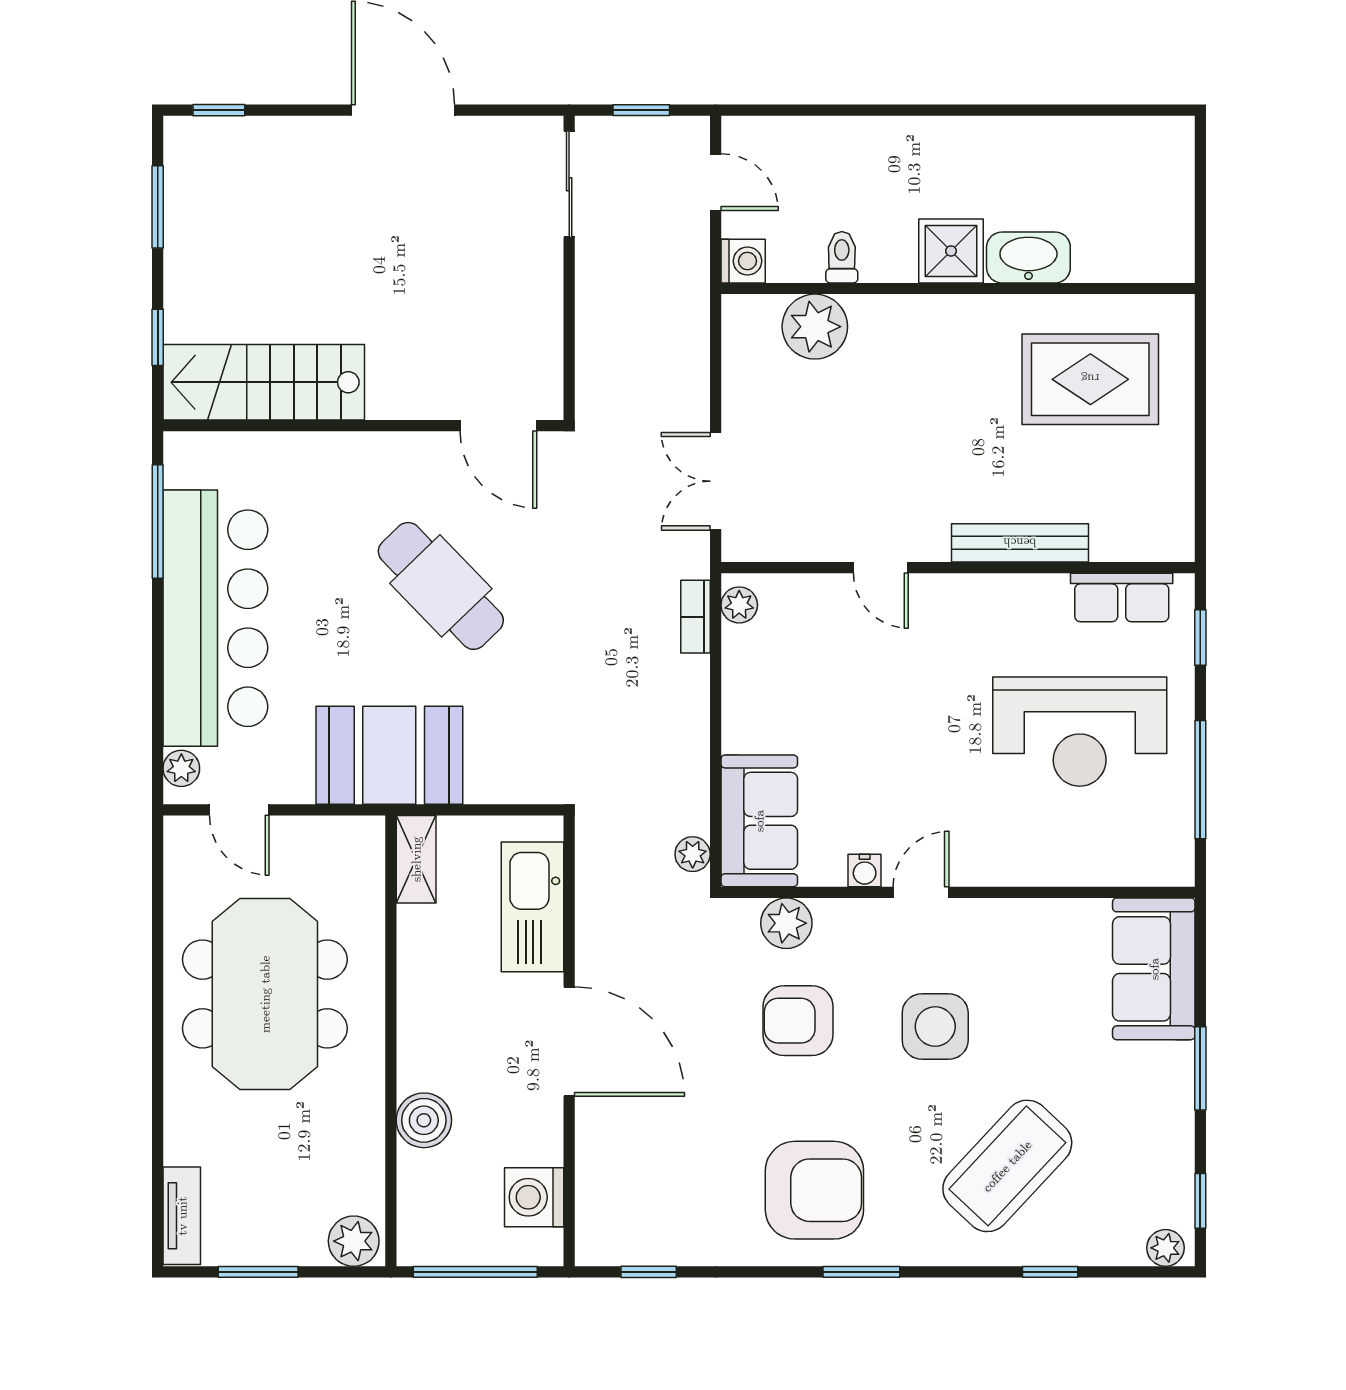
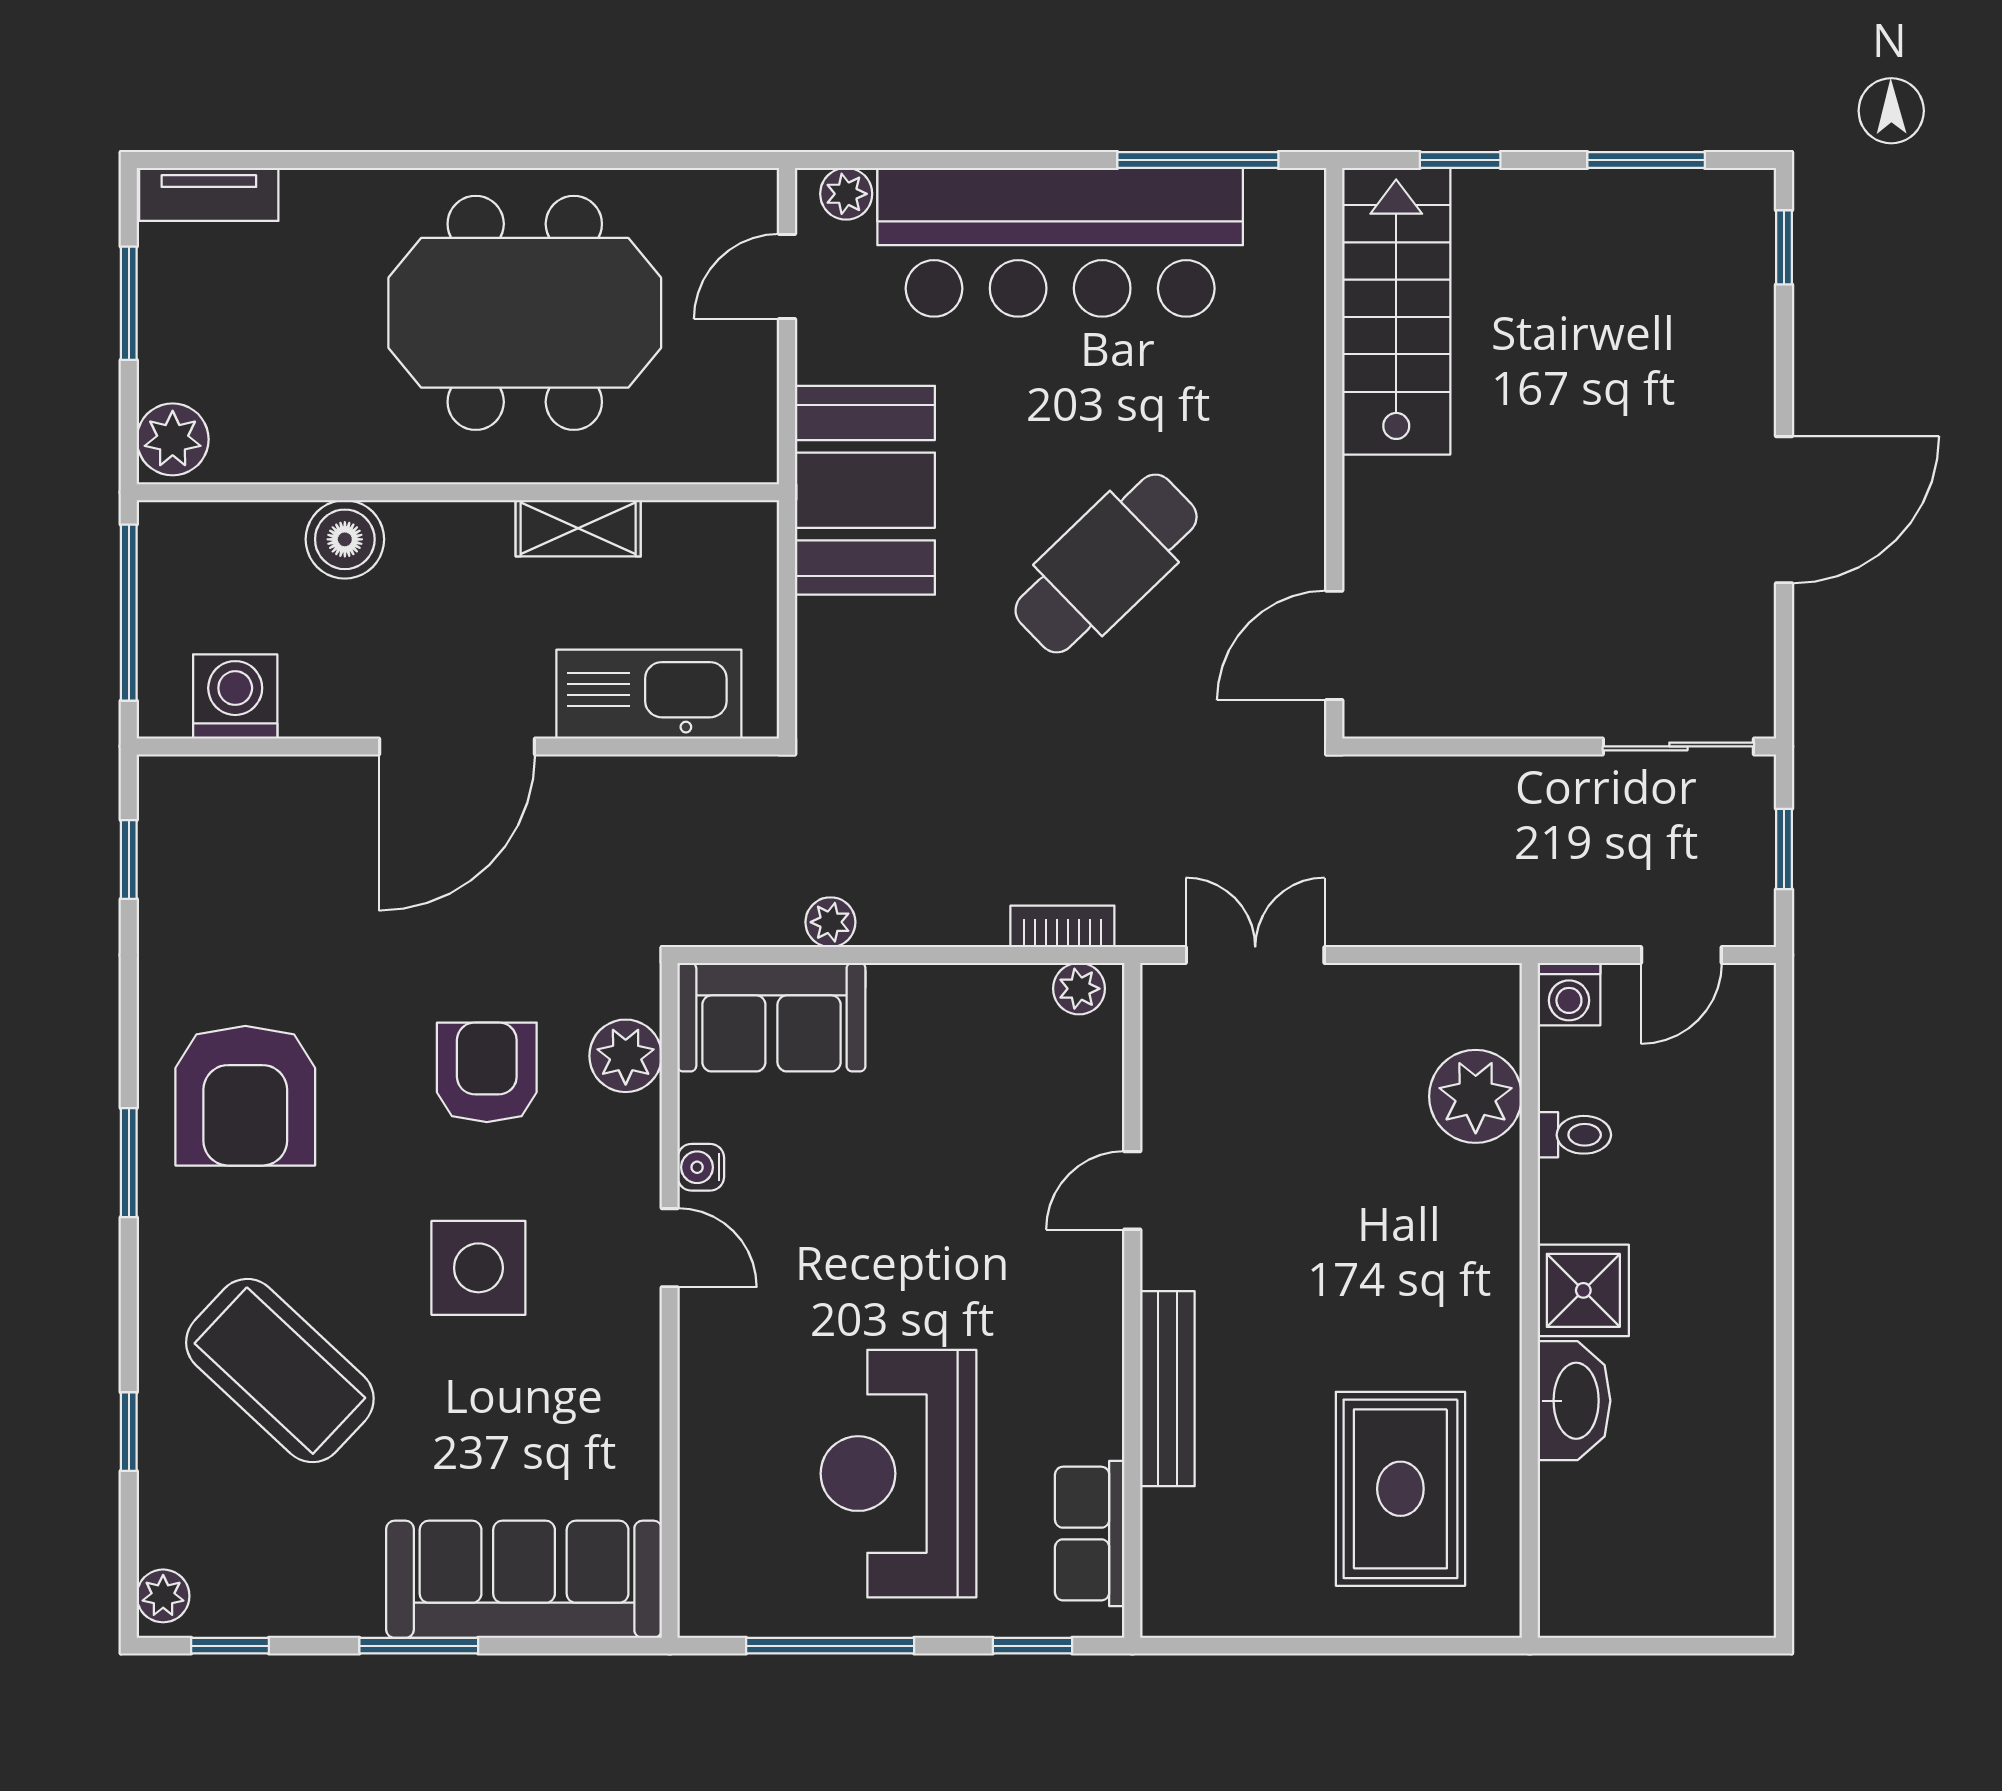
plant: (693, 854) -> (830, 922), moved
shelving: (416, 859) -> (578, 528), moved
sofa: (1154, 969) -> (524, 1579), width x1.36

